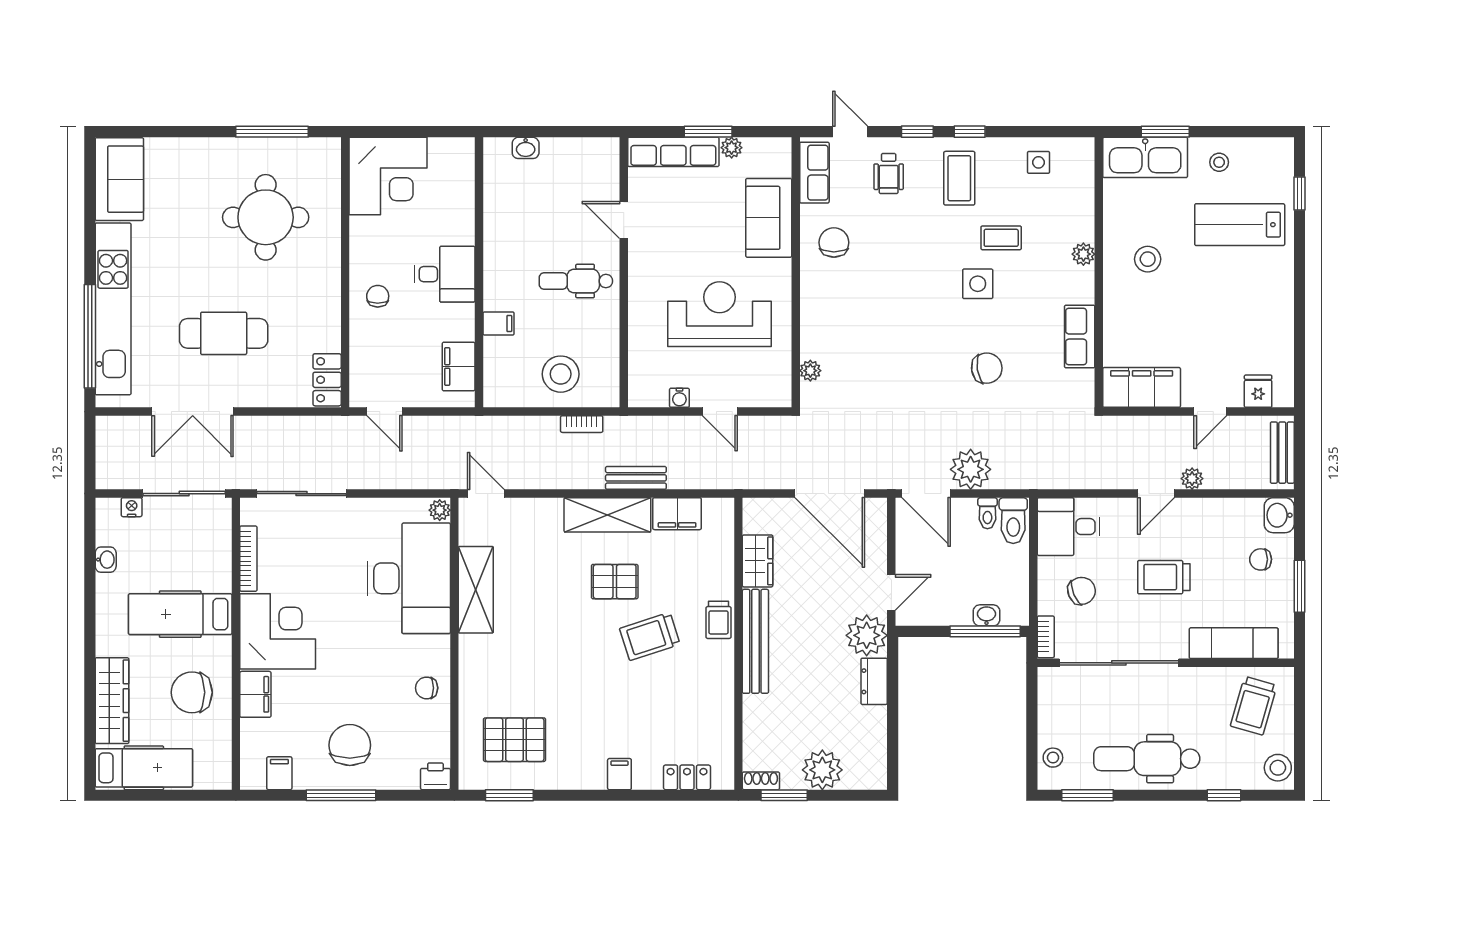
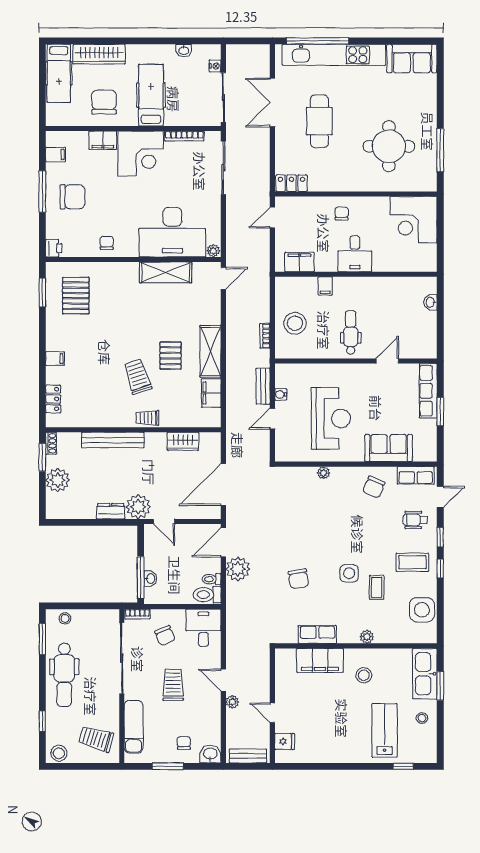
plant: (732, 148) -> (431, 426), removed
side table: (1038, 162) -> (422, 610), width x1.87, depth x1.87
chair: (834, 242) -> (374, 487), turned 113
chair: (378, 296) -> (342, 214), turned -90
plant: (810, 371) -> (324, 473), moved
filing cabinet: (1142, 387) -> (320, 660), moved, turned 90
bench: (636, 478) -> (263, 386), moved
bench: (755, 641) -> (113, 440), moved
dental chair: (1147, 759) -> (64, 675), turned 180

